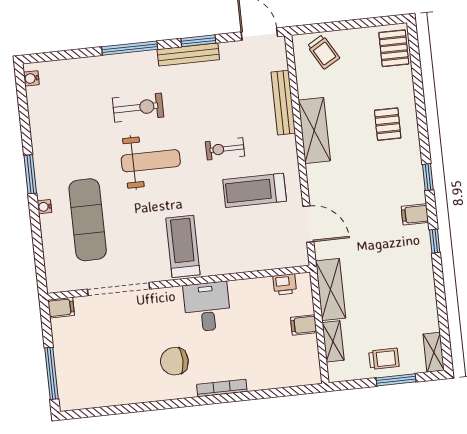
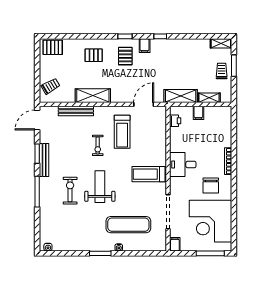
pallet: (392, 181) -> (125, 56), added
corner desk: (110, 368) -> (210, 221), added

